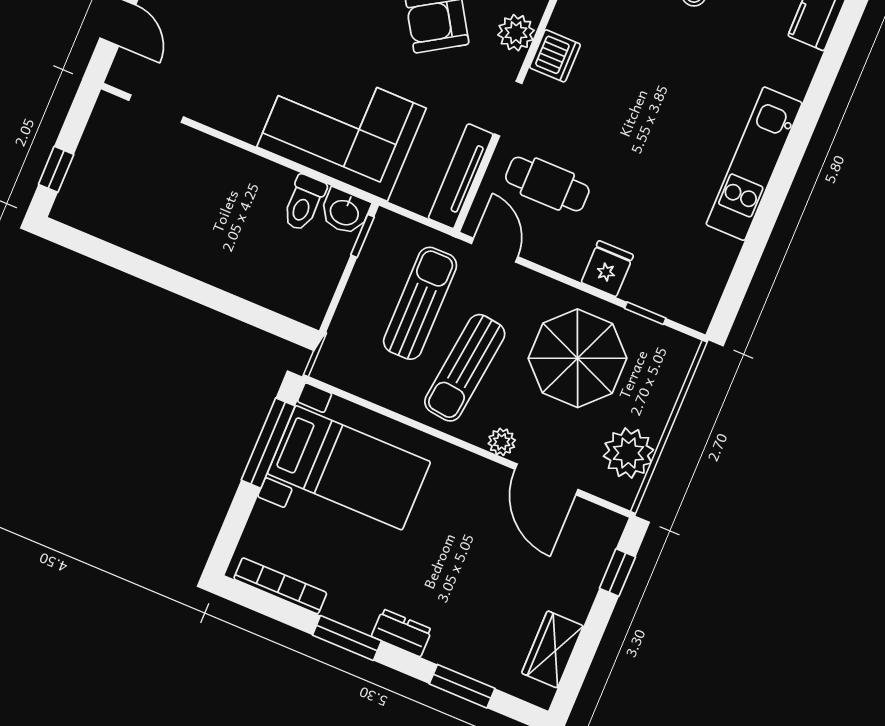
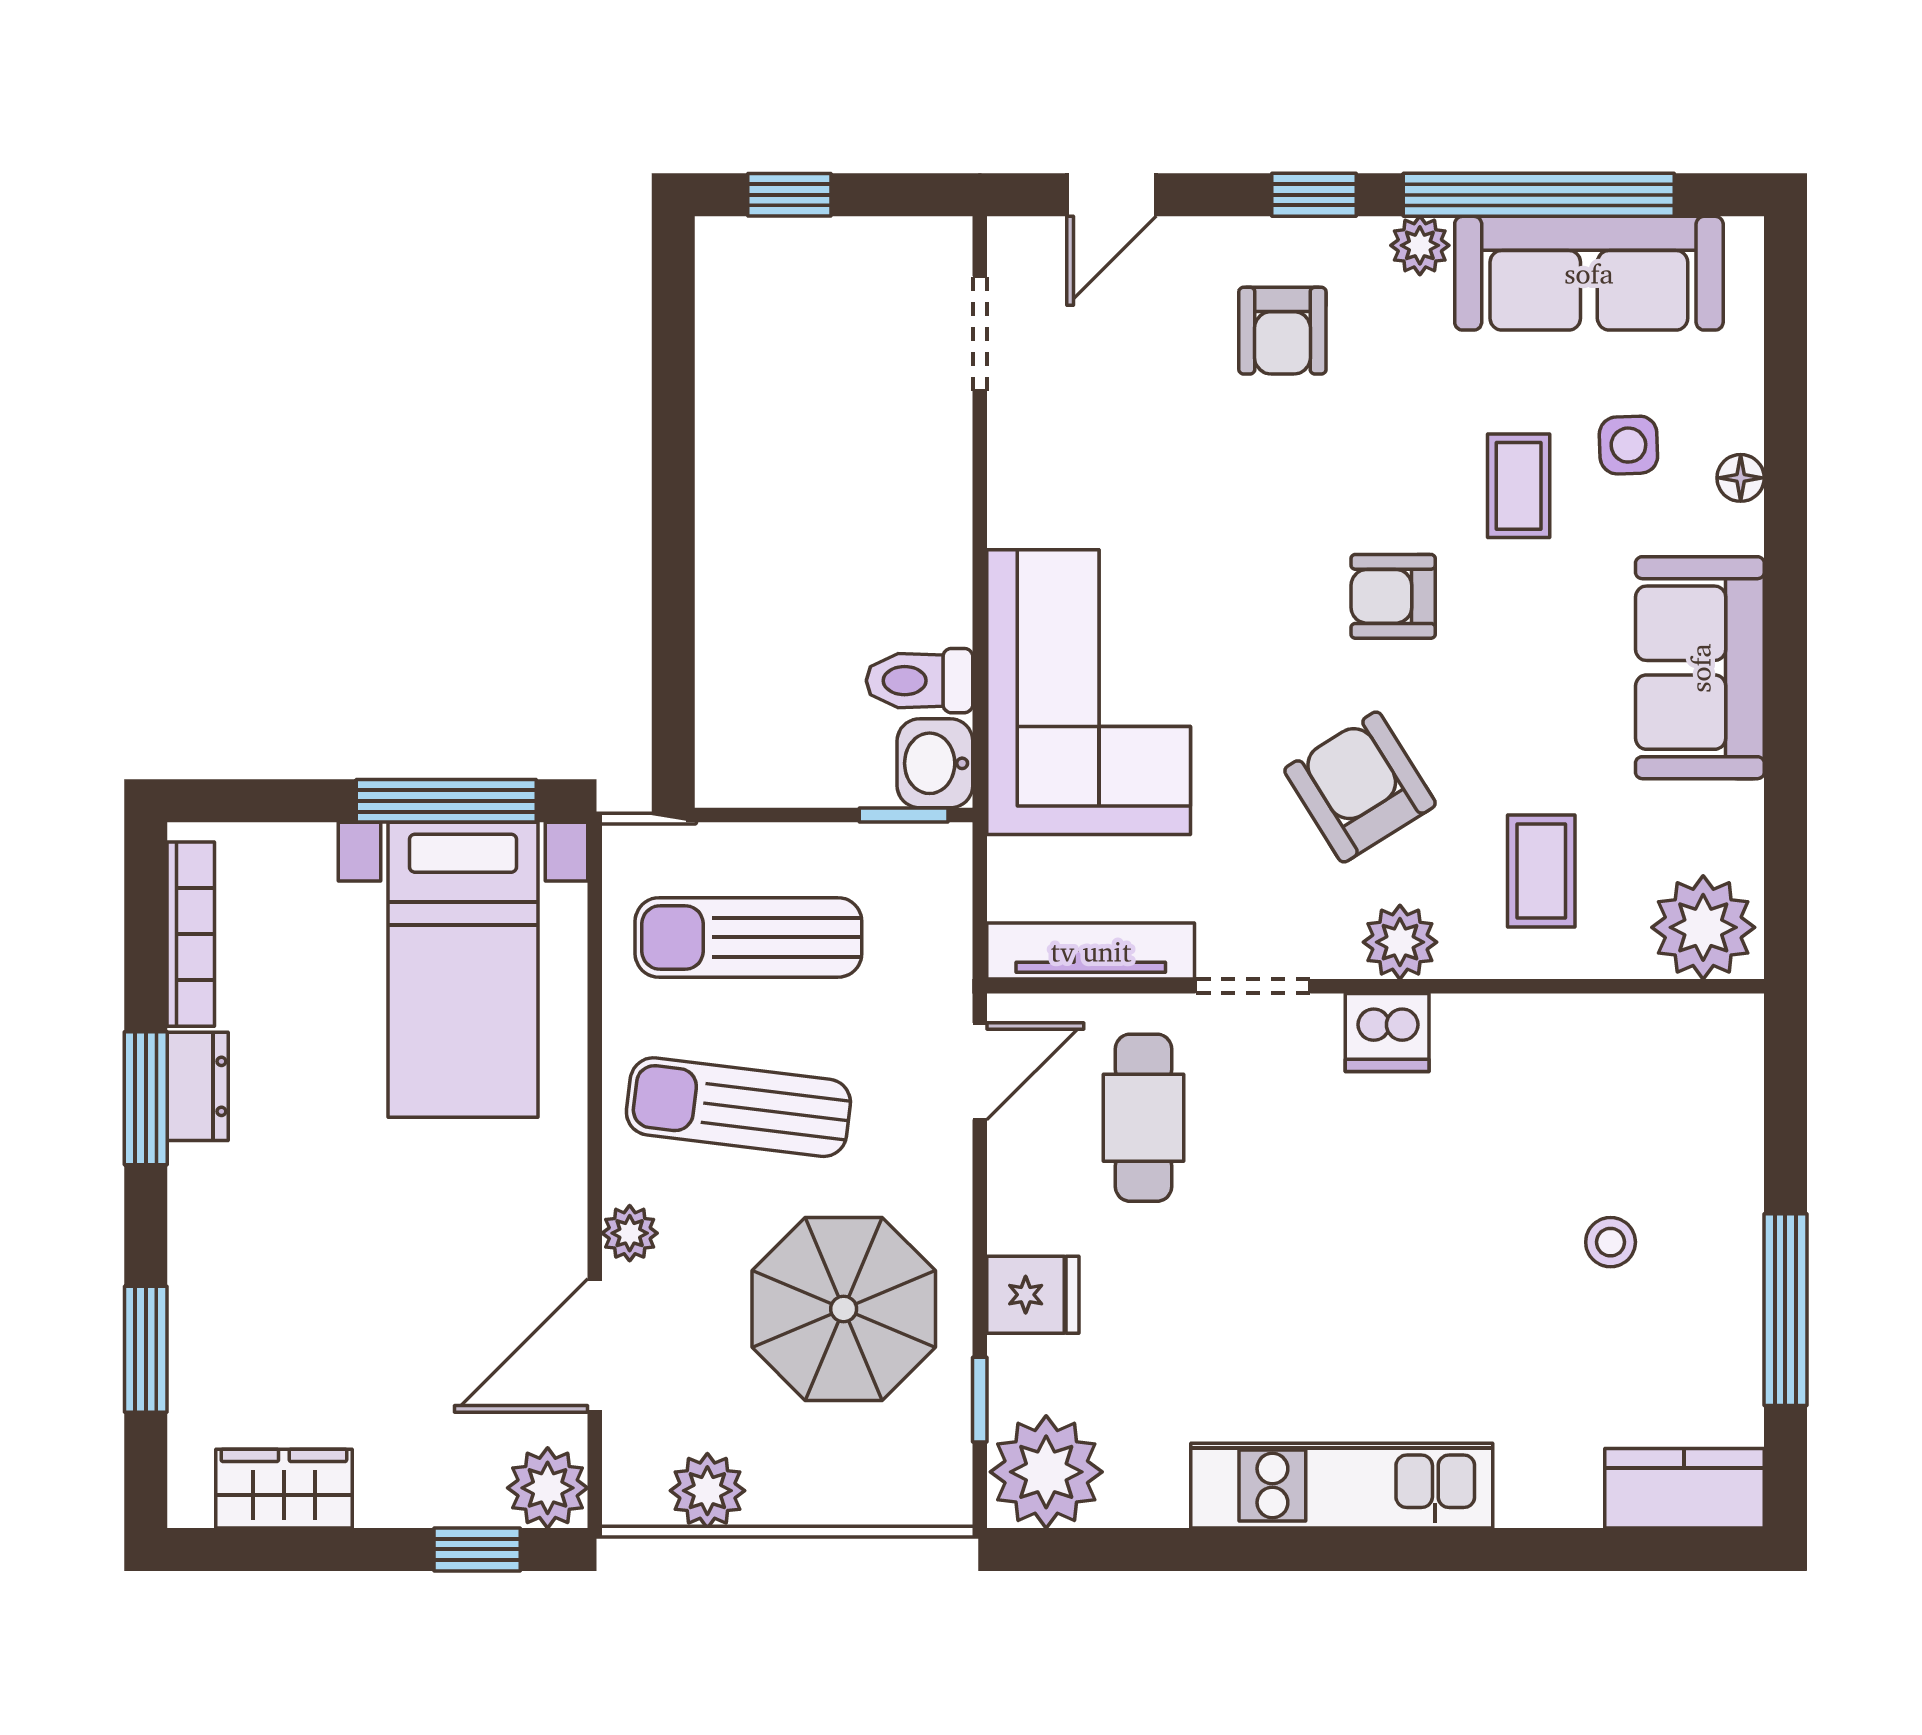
plant: (691, 297) -> (1046, 1472), added
sun lounger: (420, 303) -> (748, 937), moved, turned 180
plant: (628, 453) -> (707, 1491), width x0.73, depth x0.73
plant: (603, 528) -> (548, 1488), added
dresser: (402, 633) -> (198, 1086), moved

